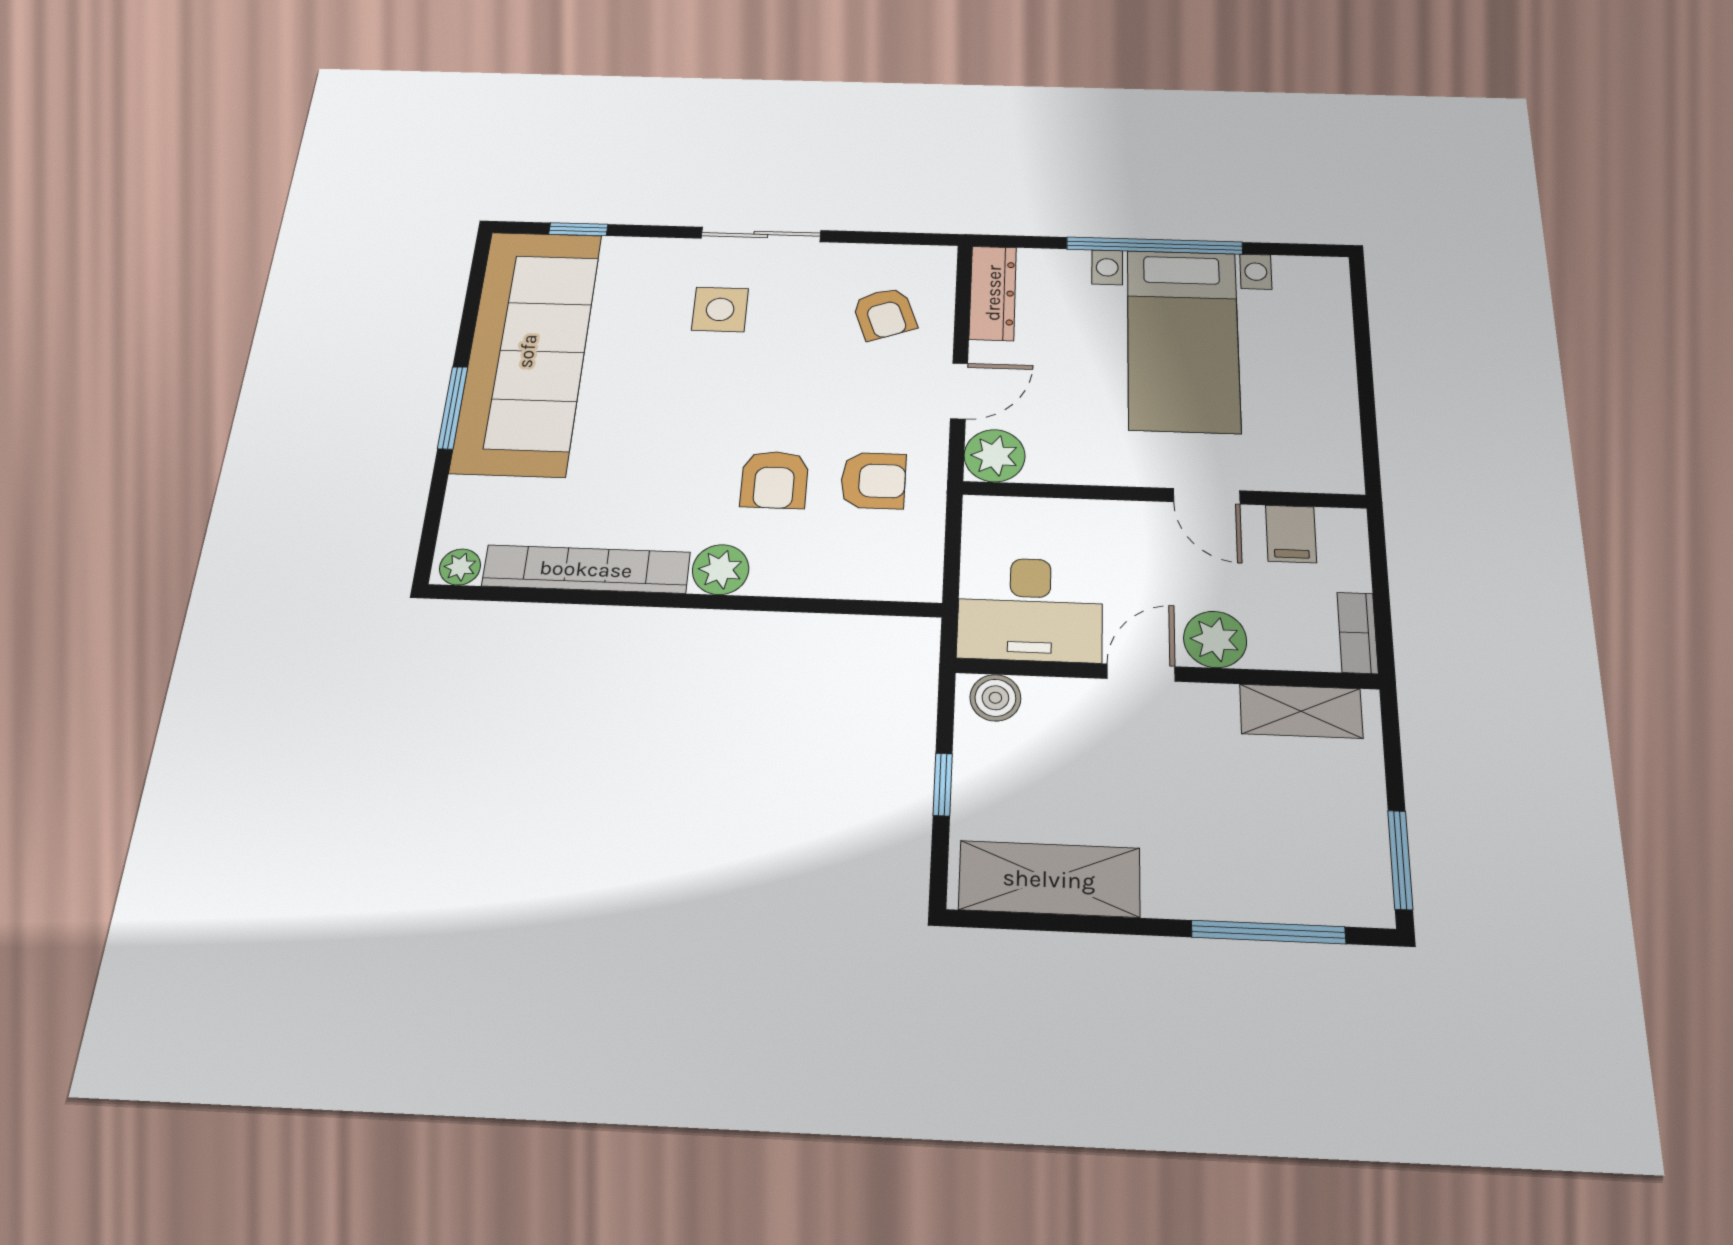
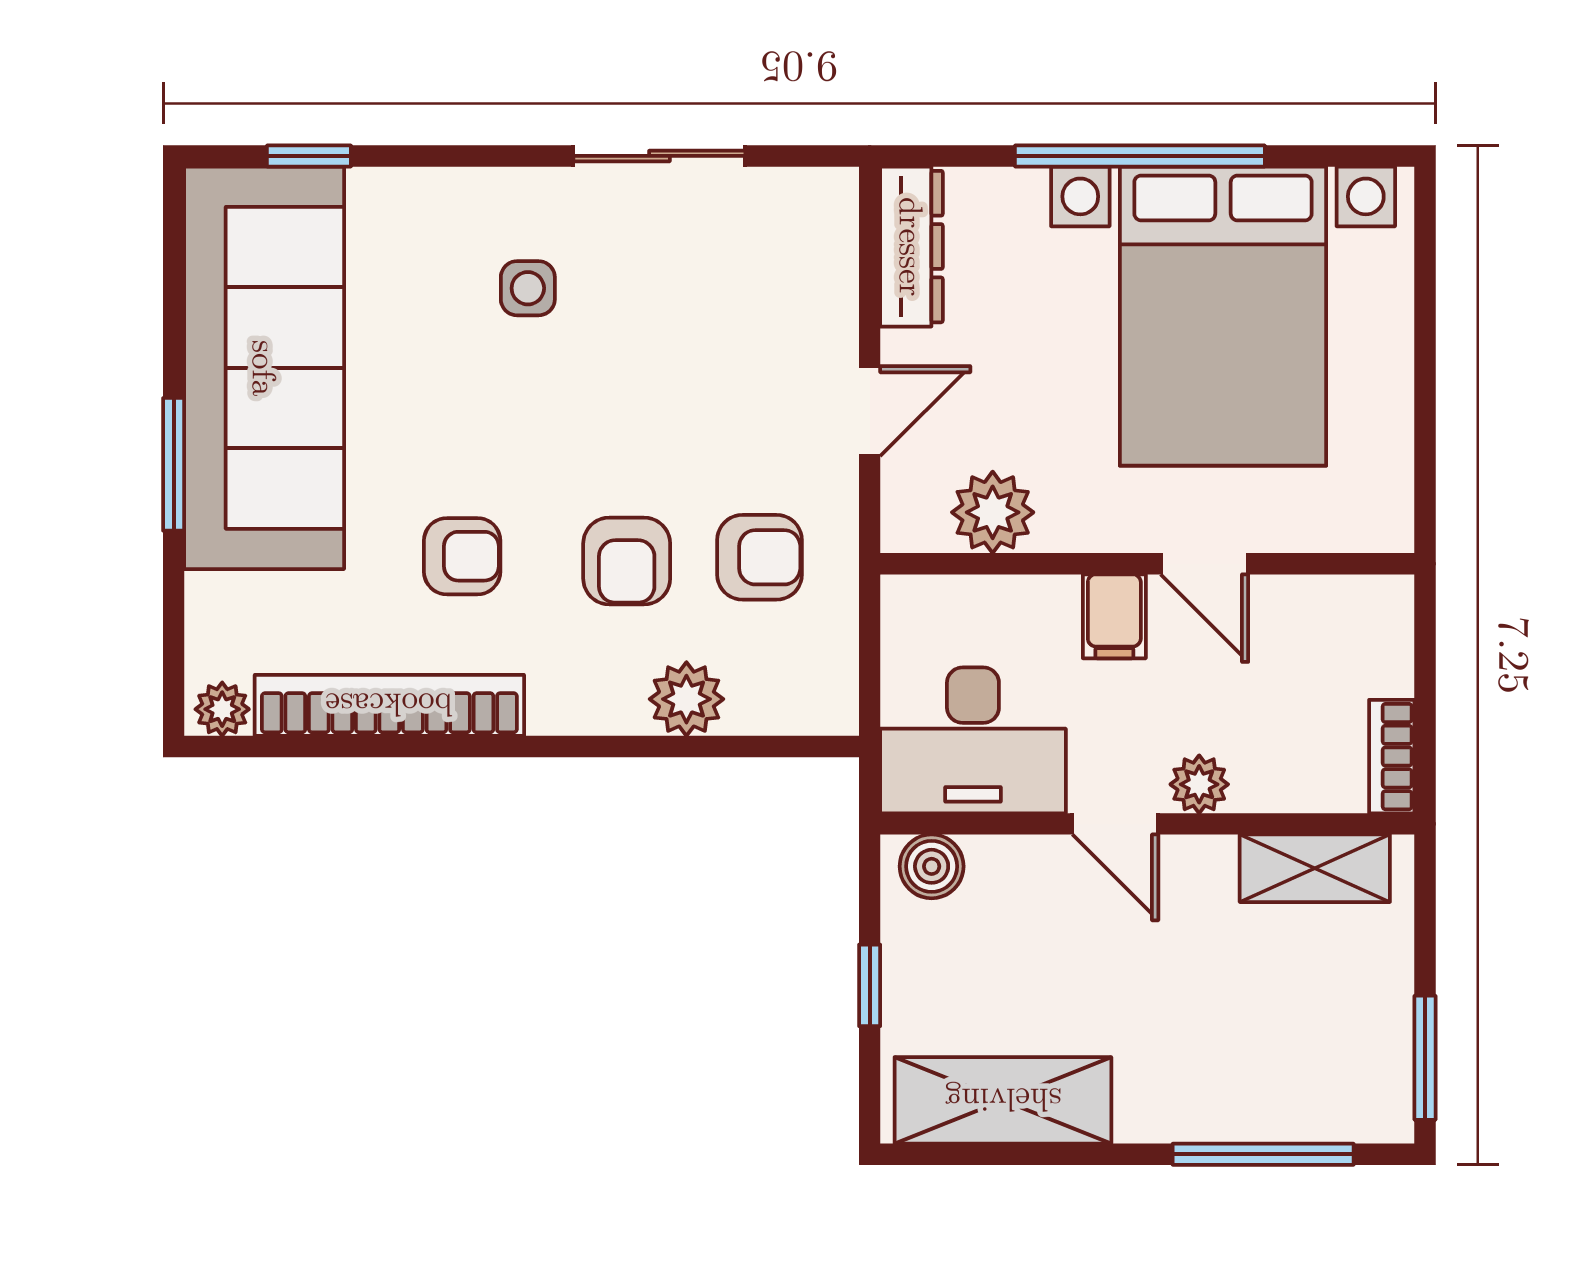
sliding door: (761, 234) -> (659, 156), moved
side table: (720, 309) -> (528, 288), width x0.73, depth x0.73
armchair: (884, 314) -> (462, 556), moved, turned -70
bed with nightstands: (1183, 340) -> (1223, 316), width x1.36
plant: (995, 456) -> (993, 512), moved
filing cabinet: (1291, 534) -> (1114, 616), moved
plant: (721, 570) -> (686, 699), moved
plant: (1215, 639) -> (1199, 784), width x0.73, depth x0.73
door: (1141, 673) -> (1115, 824), swing flipped

